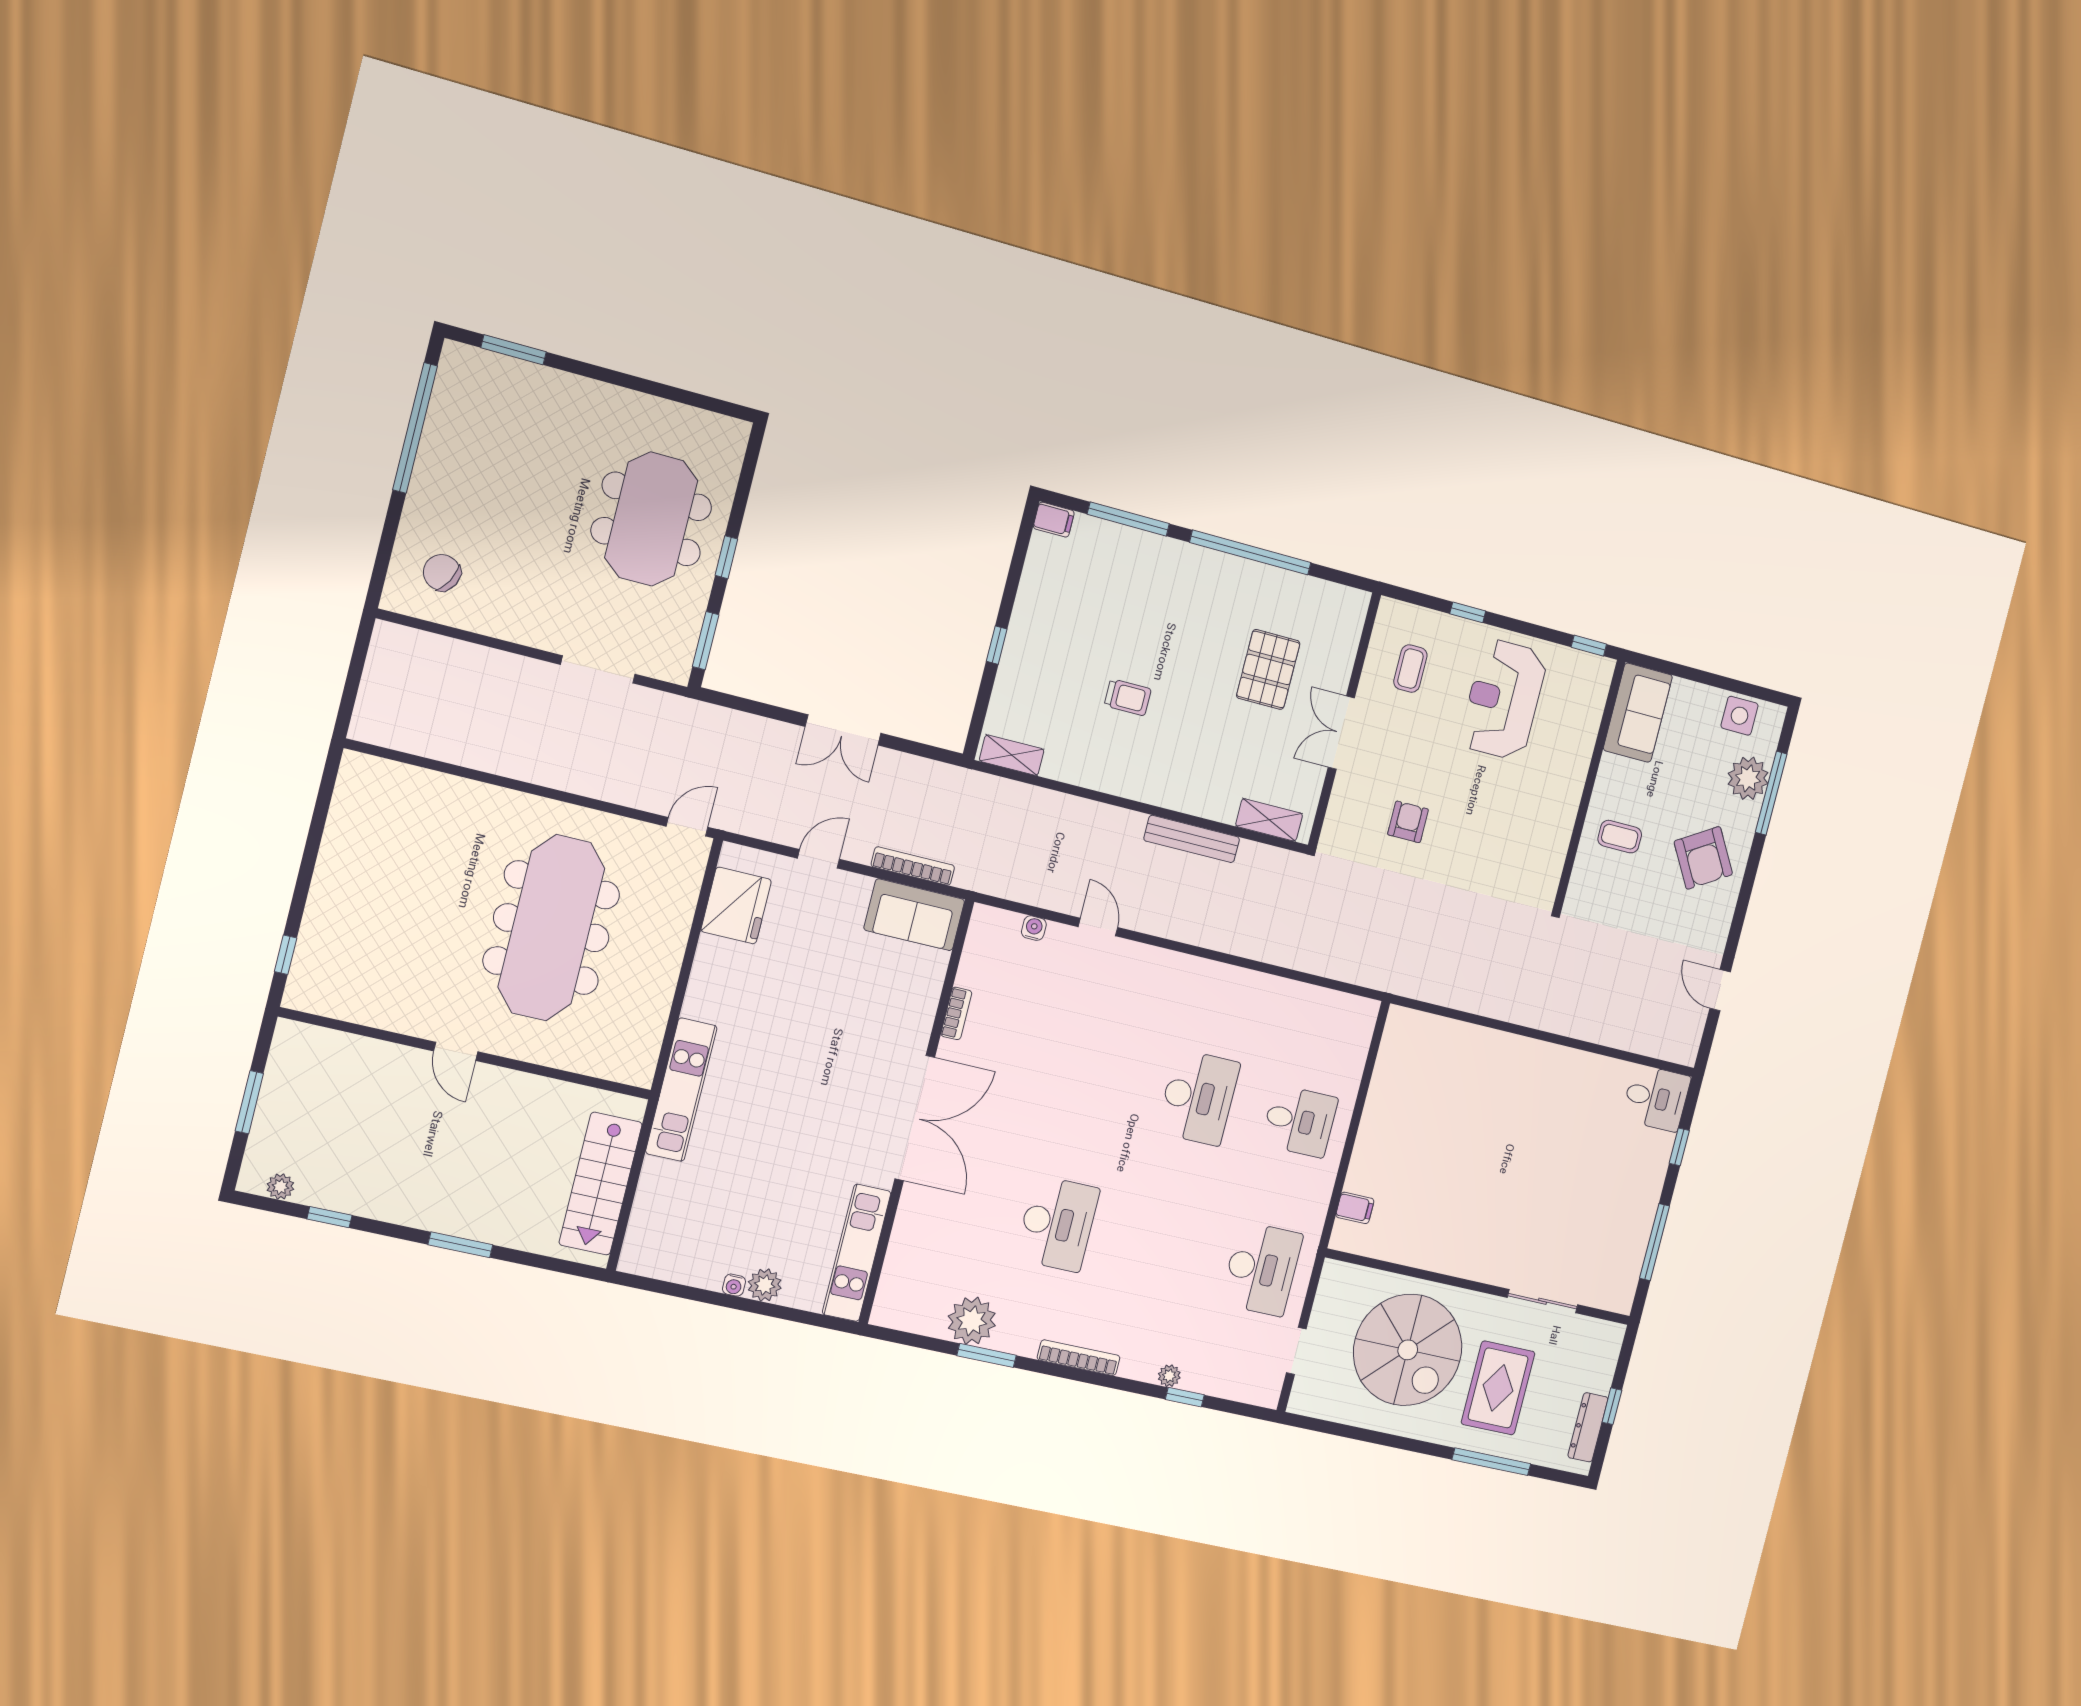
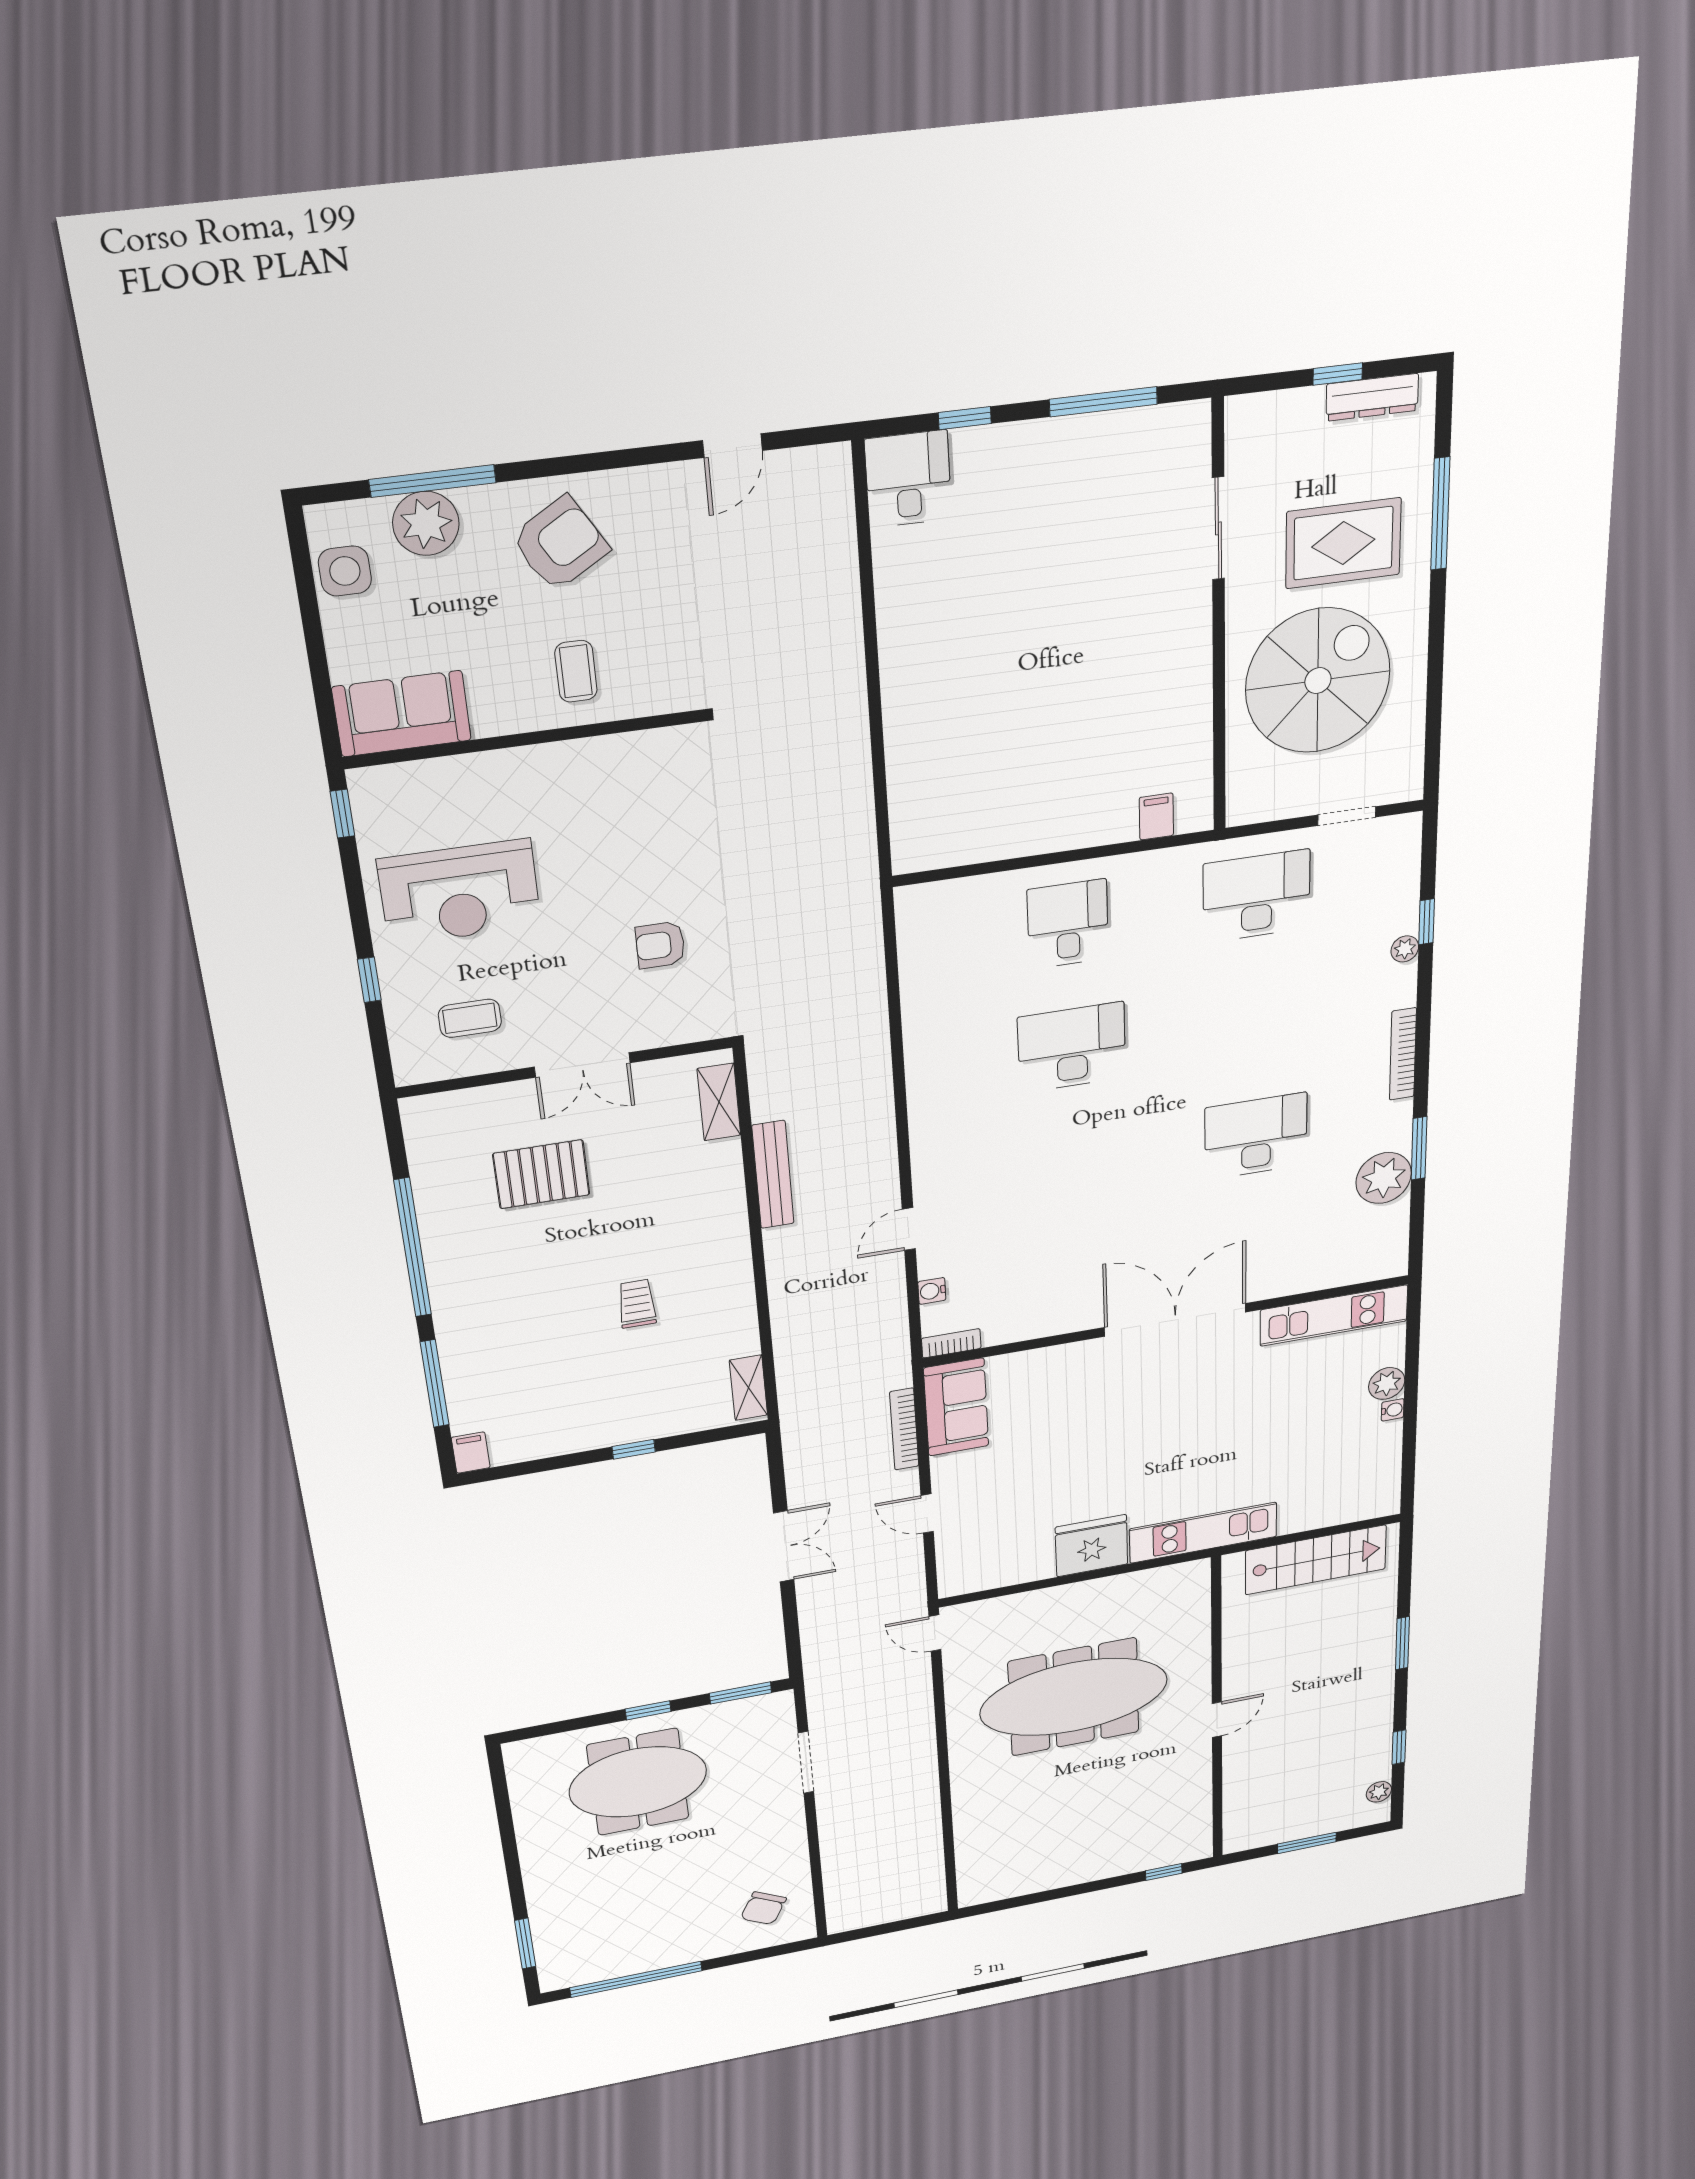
fridge: (736, 906) -> (1092, 1546), moved
bookcase: (956, 1013) -> (951, 1343), moved

